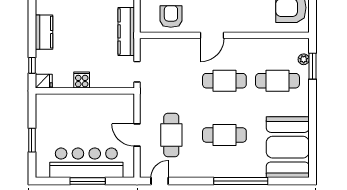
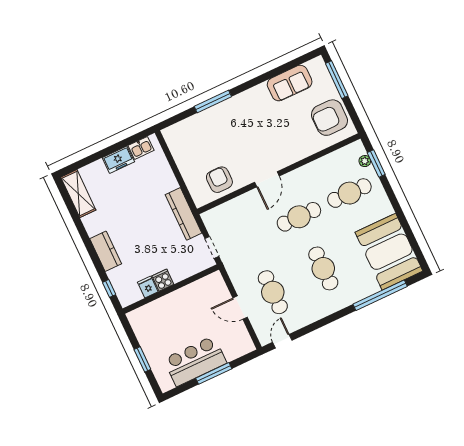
fridge: (44, 81) -> (148, 287), moved, turned -90
cafe table: (224, 135) -> (323, 268), turned 90
bar counter: (86, 163) -> (195, 361), width x0.73
window: (241, 181) -> (380, 295), moved

